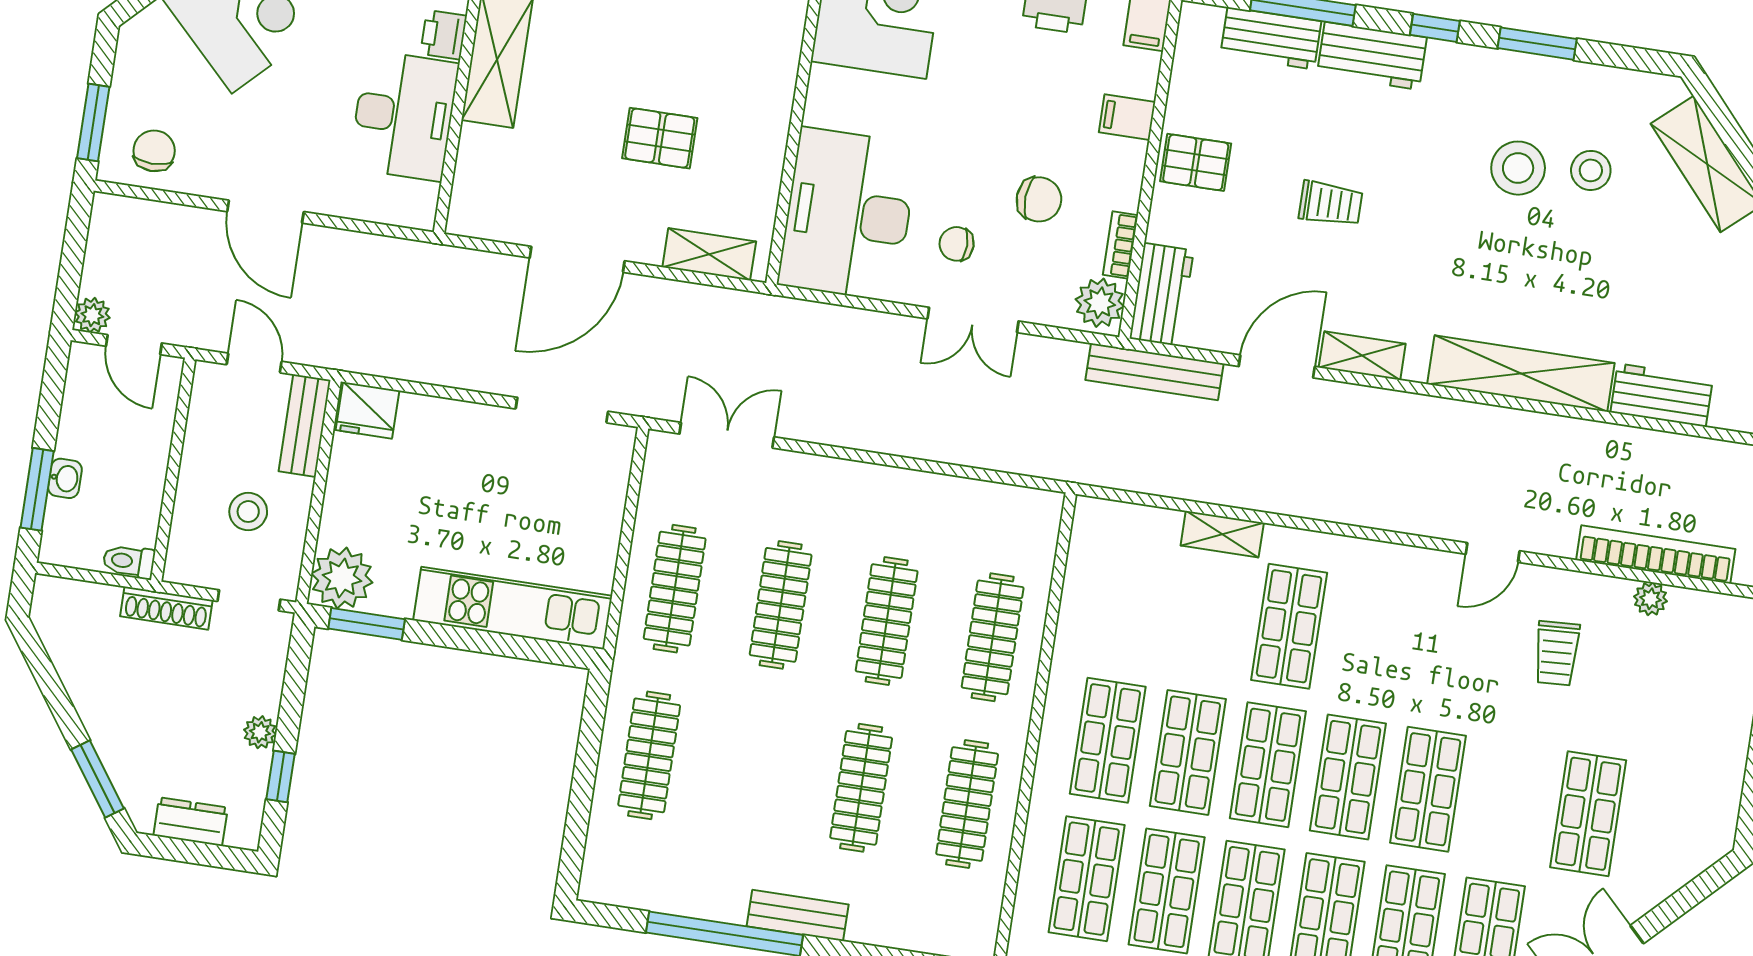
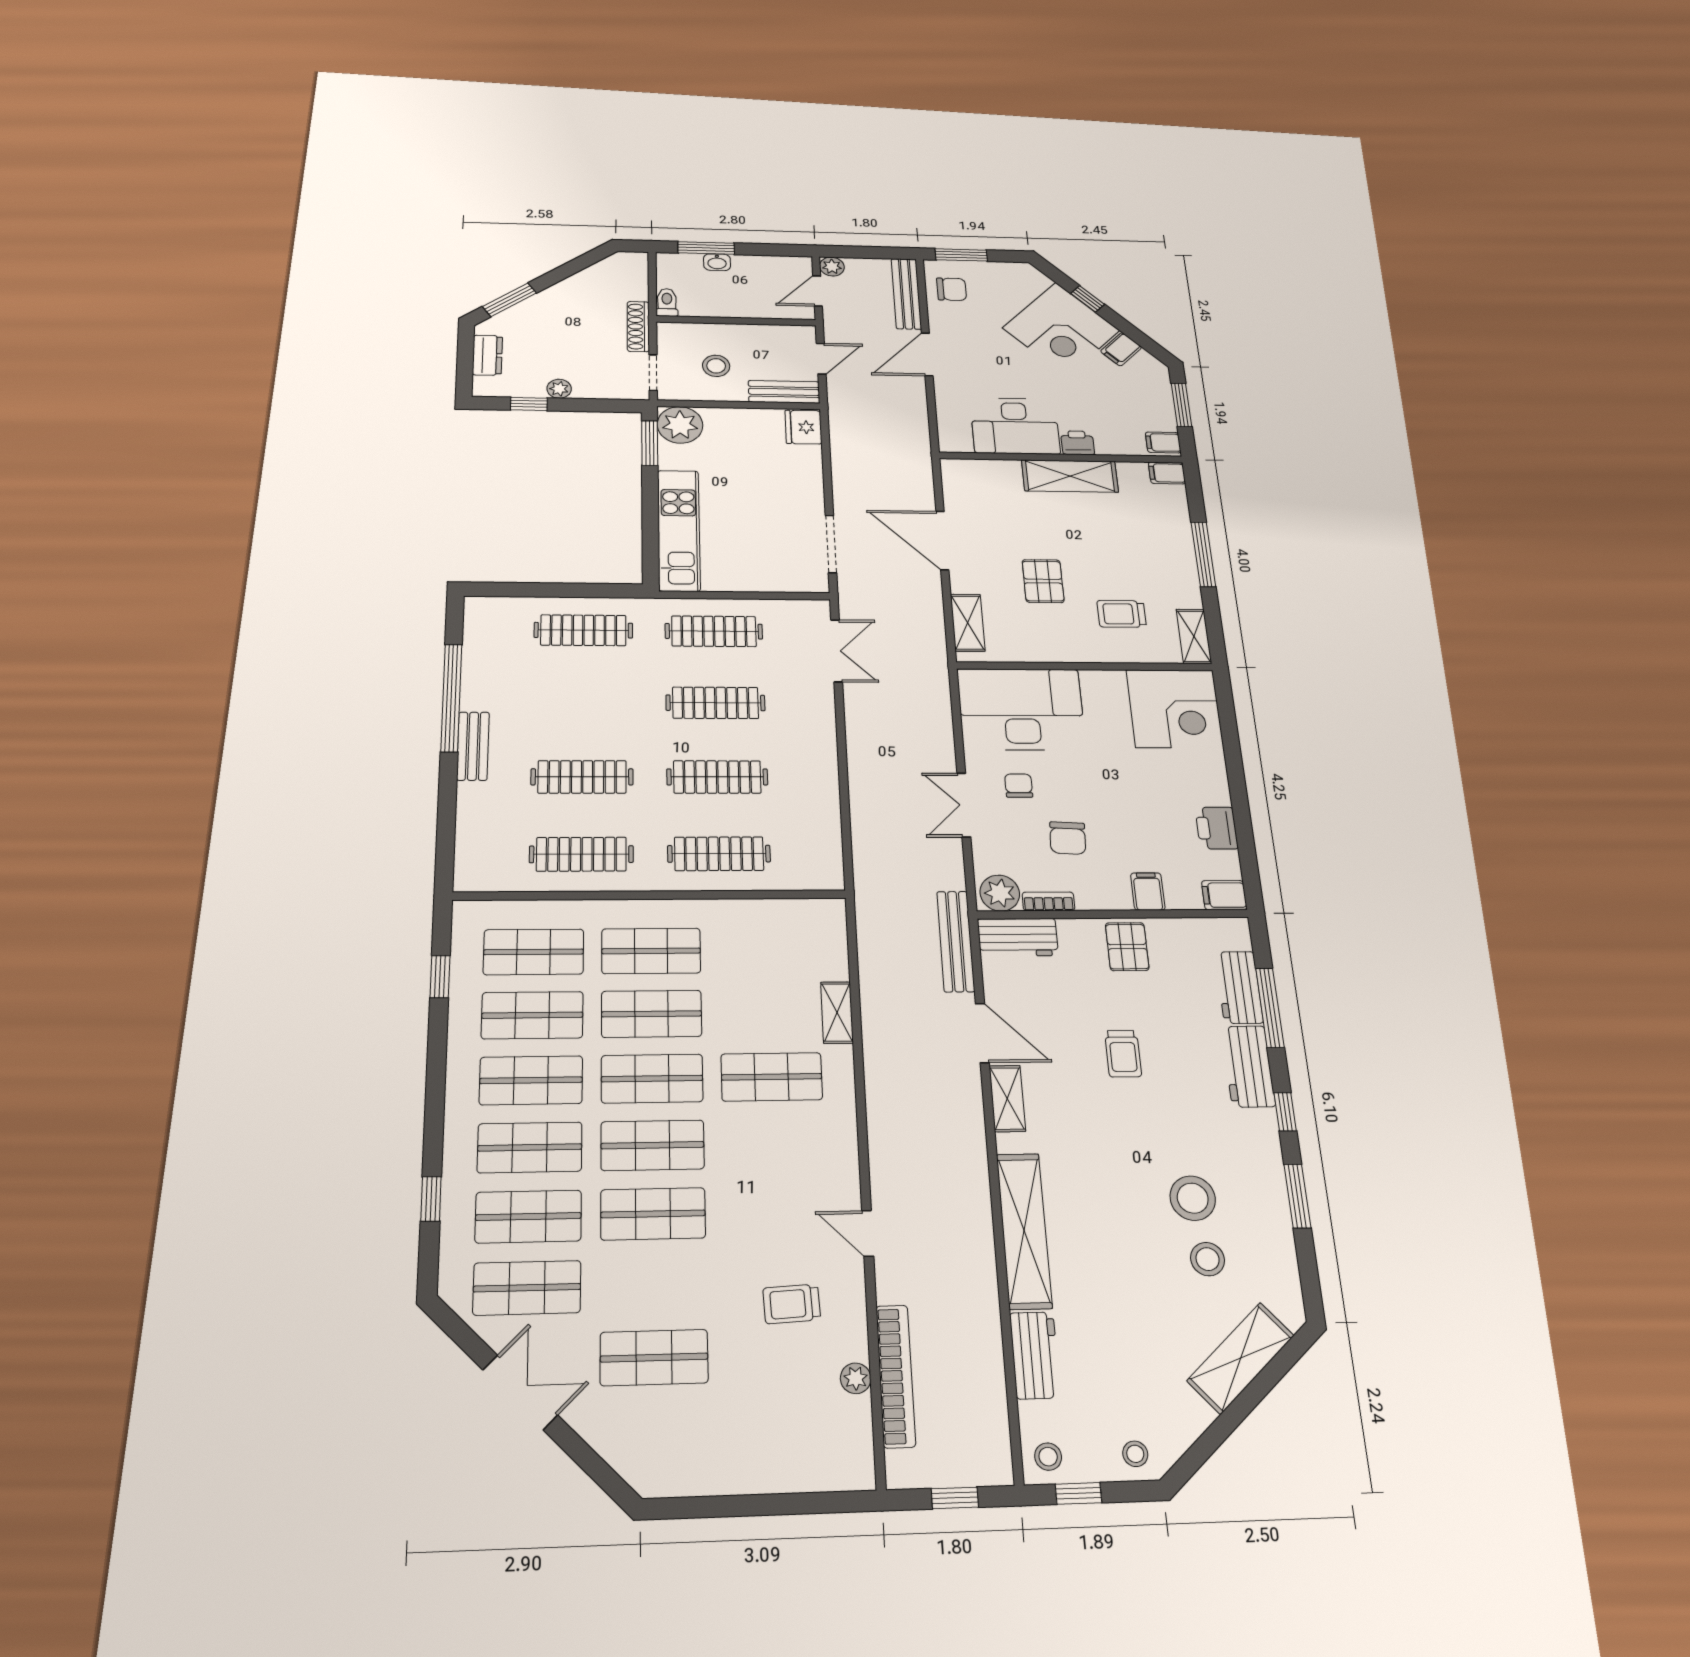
trolley: (725, 45) -> (1122, 614), added
bench: (154, 218) -> (906, 294), added

